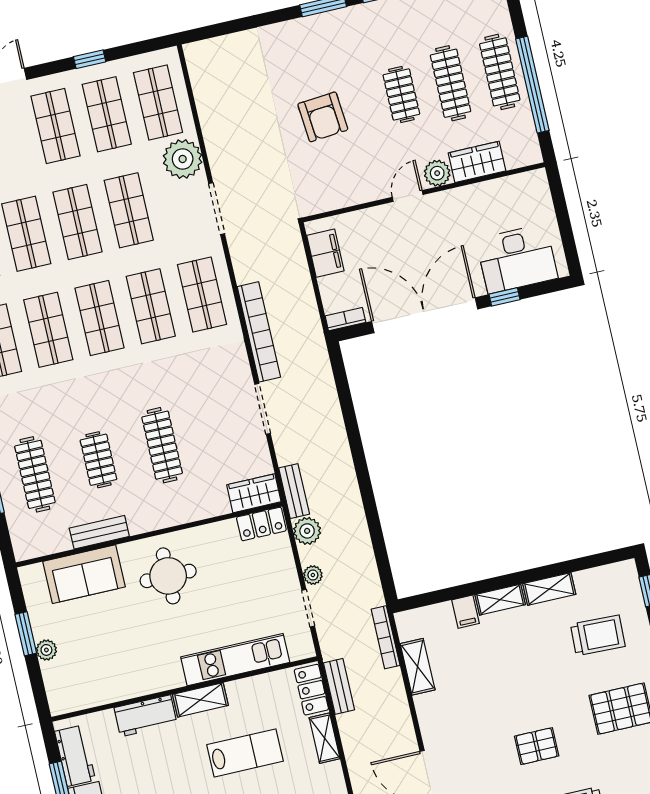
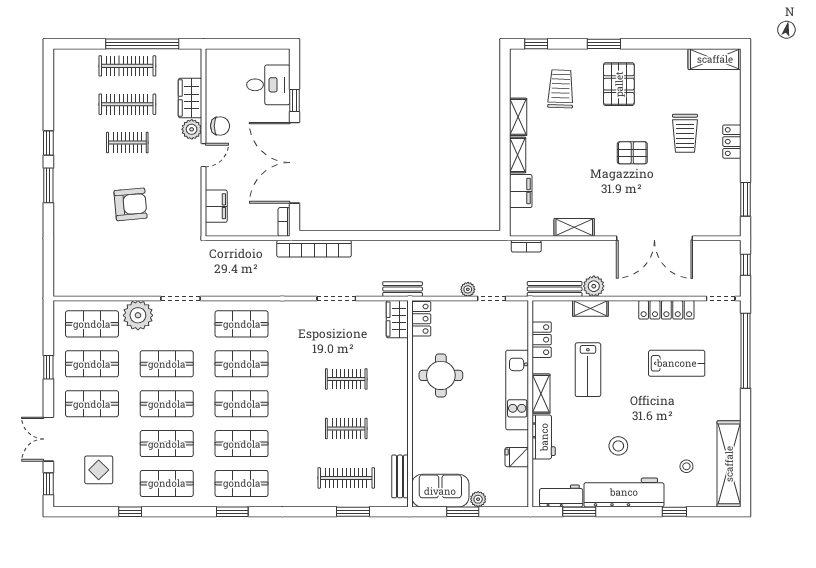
door: (408, 196) -> (203, 155), swing flipped
chair: (450, 209) -> (220, 126), added
filing cabinet: (325, 253) -> (216, 206), moved, turned 90
desk: (517, 259) -> (268, 85), width x0.73
bookcase: (259, 332) -> (314, 249), moved, turned 180
clothes rail: (162, 445) -> (346, 379), width x0.73
plant: (307, 531) -> (594, 286), moved
bench: (99, 532) -> (400, 476), moved
sofa: (84, 574) -> (440, 491), moved, turned -90
round table: (168, 576) -> (441, 375), moved
filing cabinet: (465, 612) -> (521, 191), width x2.00
bookcase: (386, 637) -> (526, 246), width x0.64
kitchen unit: (235, 660) -> (517, 390), moved
shelving: (418, 667) -> (574, 227), moved
bench: (339, 686) -> (555, 289), width x1.36
fridge: (112, 687) -> (517, 457), added
locker: (311, 690) -> (542, 340), moved, turned -90
pallet: (537, 746) -> (632, 153), turned 90
lab bench: (245, 753) -> (588, 370), turned 180

